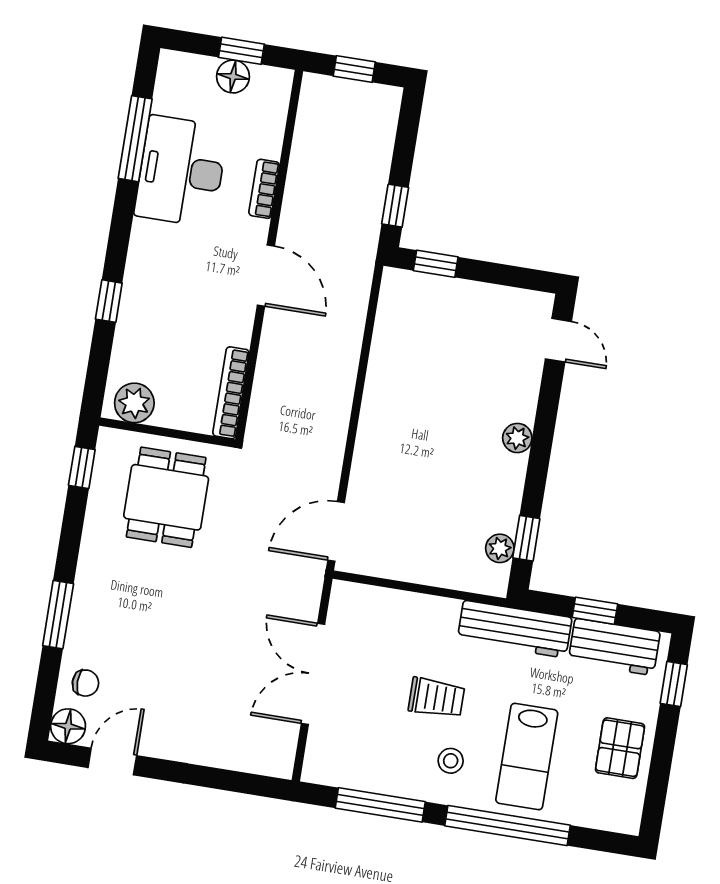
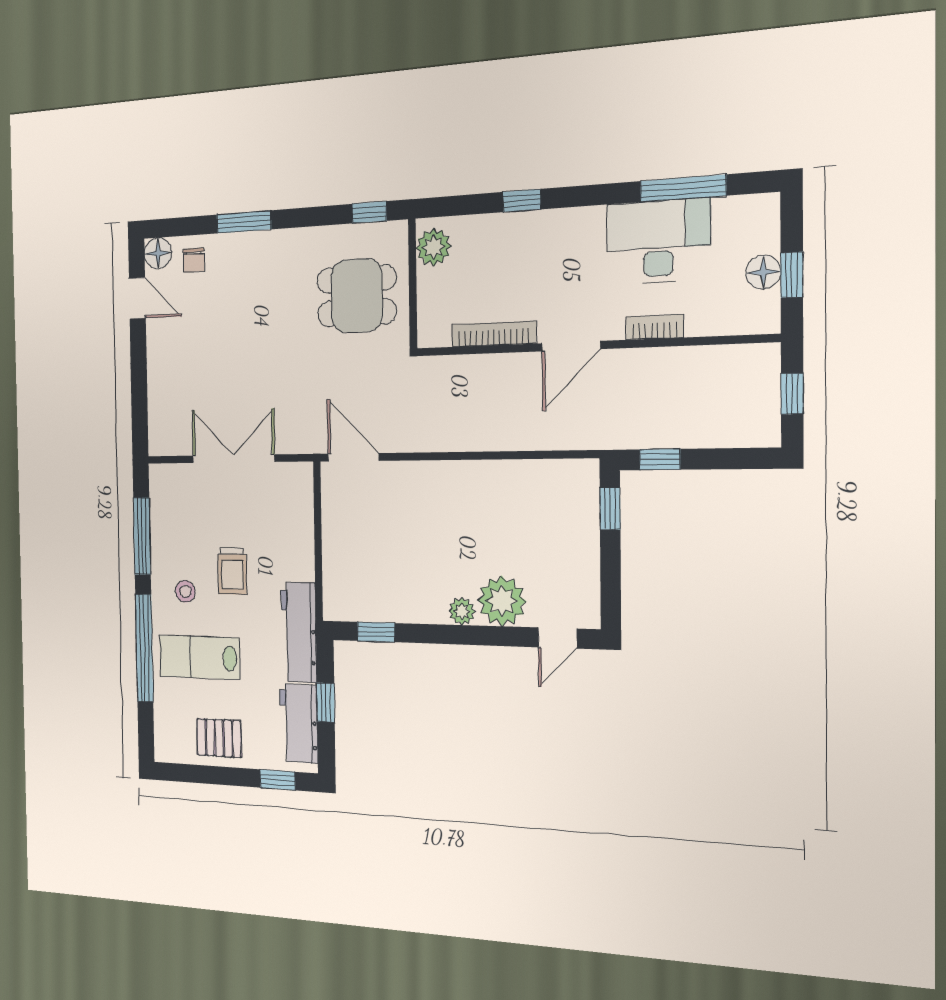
bookcase: (231, 393) -> (494, 334), moved
plant: (500, 548) -> (502, 601), moved, width x1.88, depth x1.88

